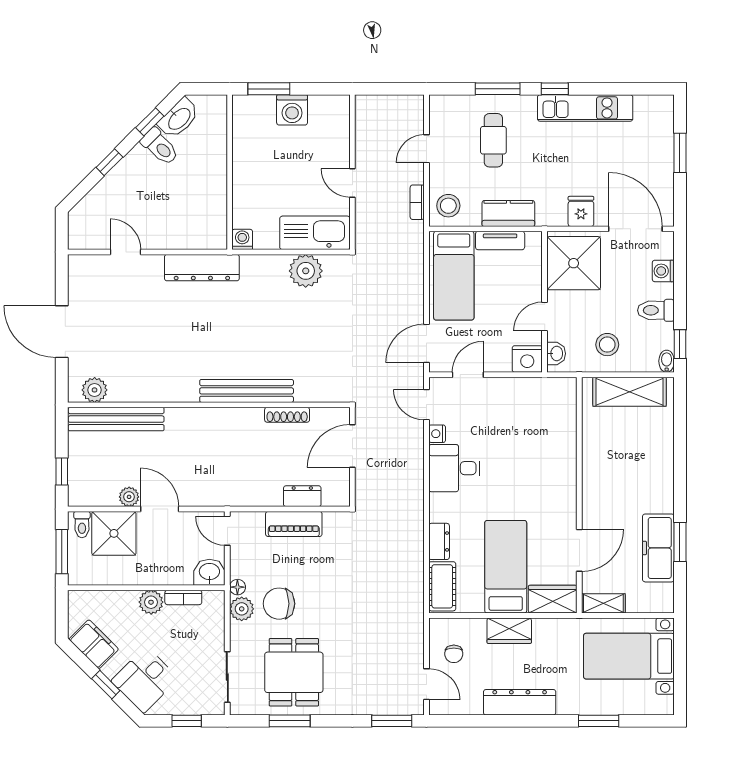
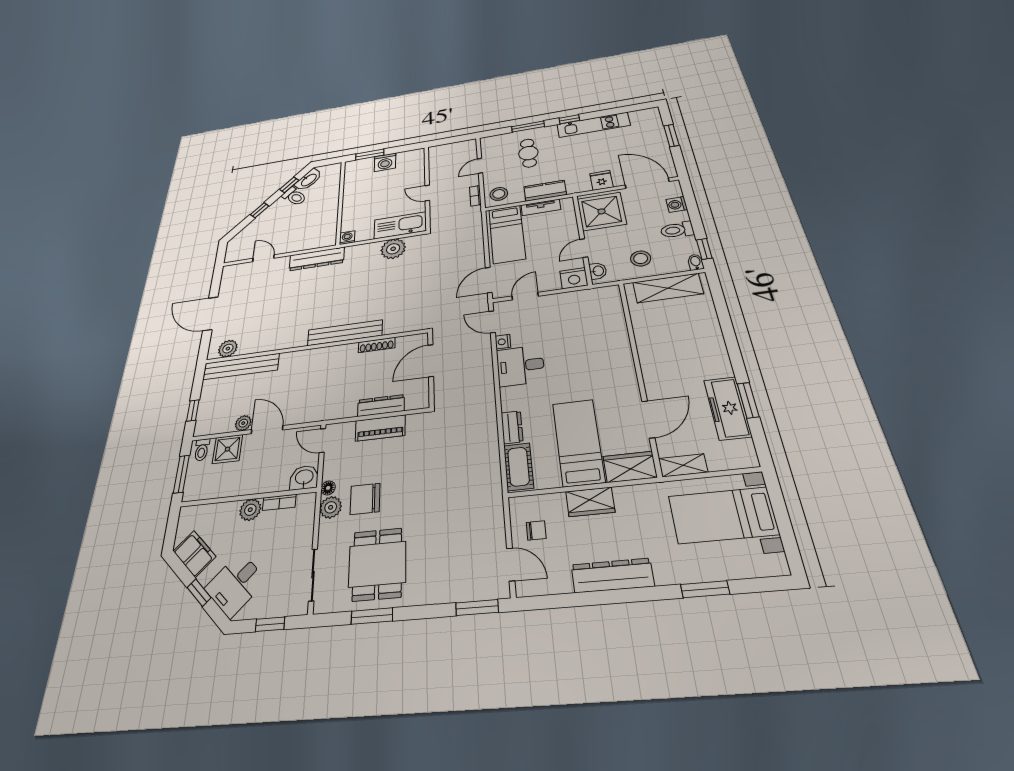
dresser: (302, 496) -> (381, 406), width x1.44
shower: (114, 533) -> (227, 449), width x0.73, depth x0.73
chair: (454, 654) -> (536, 530), turned -90

